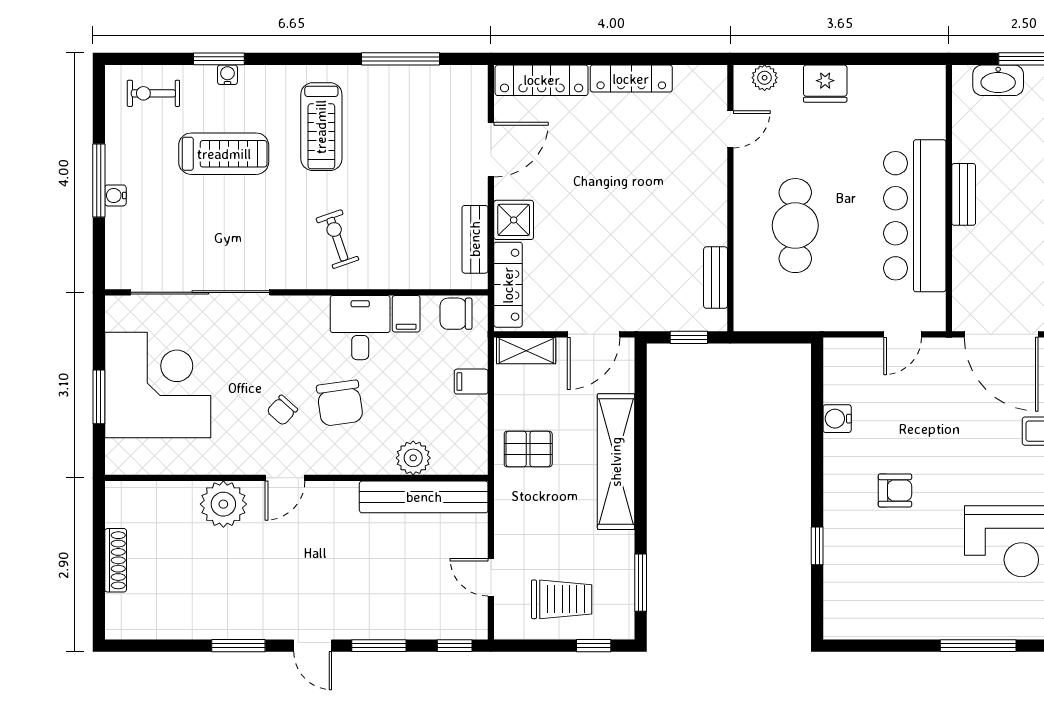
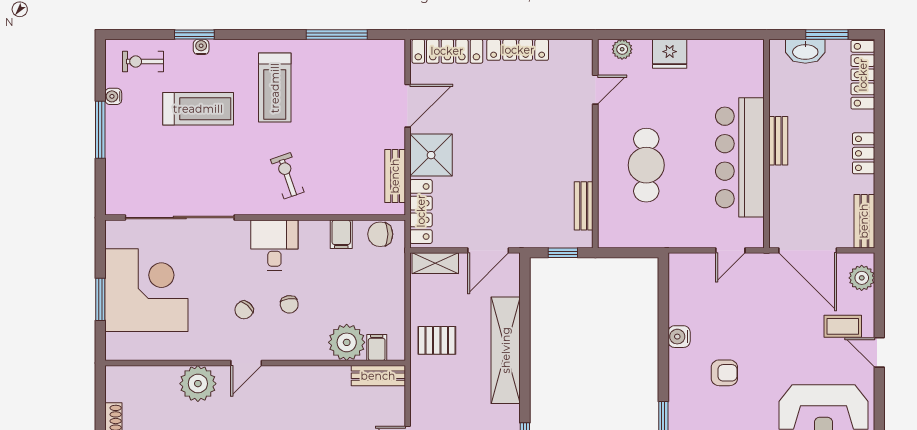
water cooler: (115, 195) -> (113, 96), moved
shower: (514, 220) -> (431, 155), width x1.36, depth x1.36
desk: (360, 328) -> (274, 245), moved
filing cabinet: (471, 382) -> (377, 348), moved, turned 90
chair: (340, 403) -> (289, 304), width x0.54, depth x0.54
water cooler: (837, 419) -> (679, 337), moved
plant: (413, 458) -> (347, 342), width x1.36, depth x1.36
bench: (424, 497) -> (378, 376), width x0.54, depth x0.82

